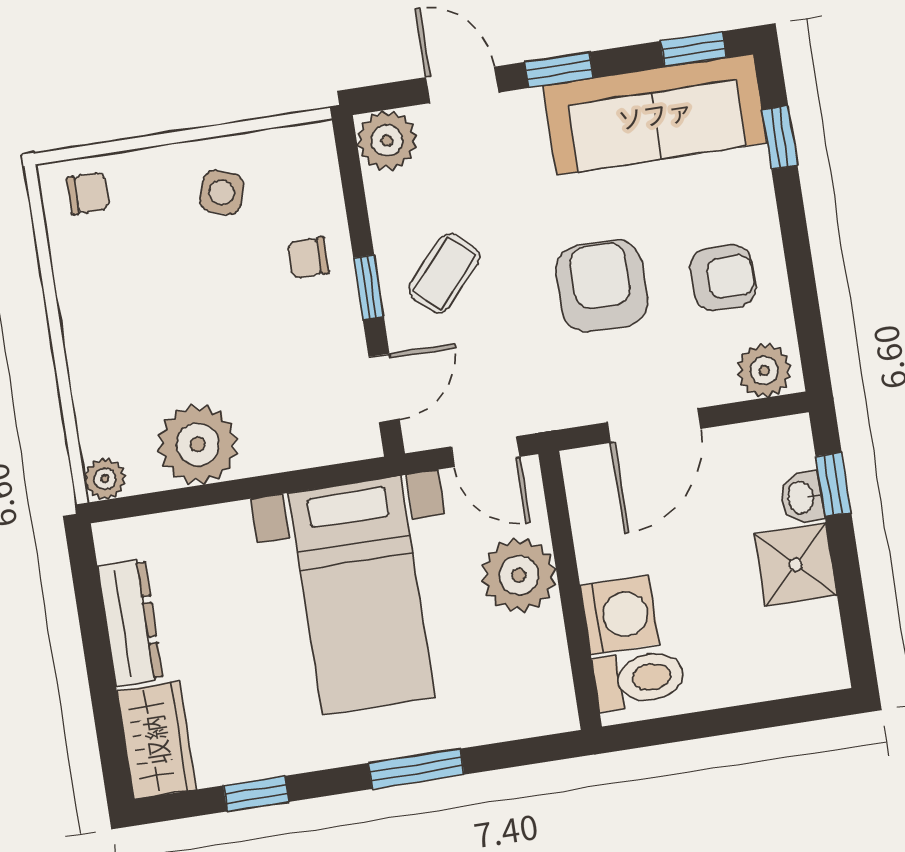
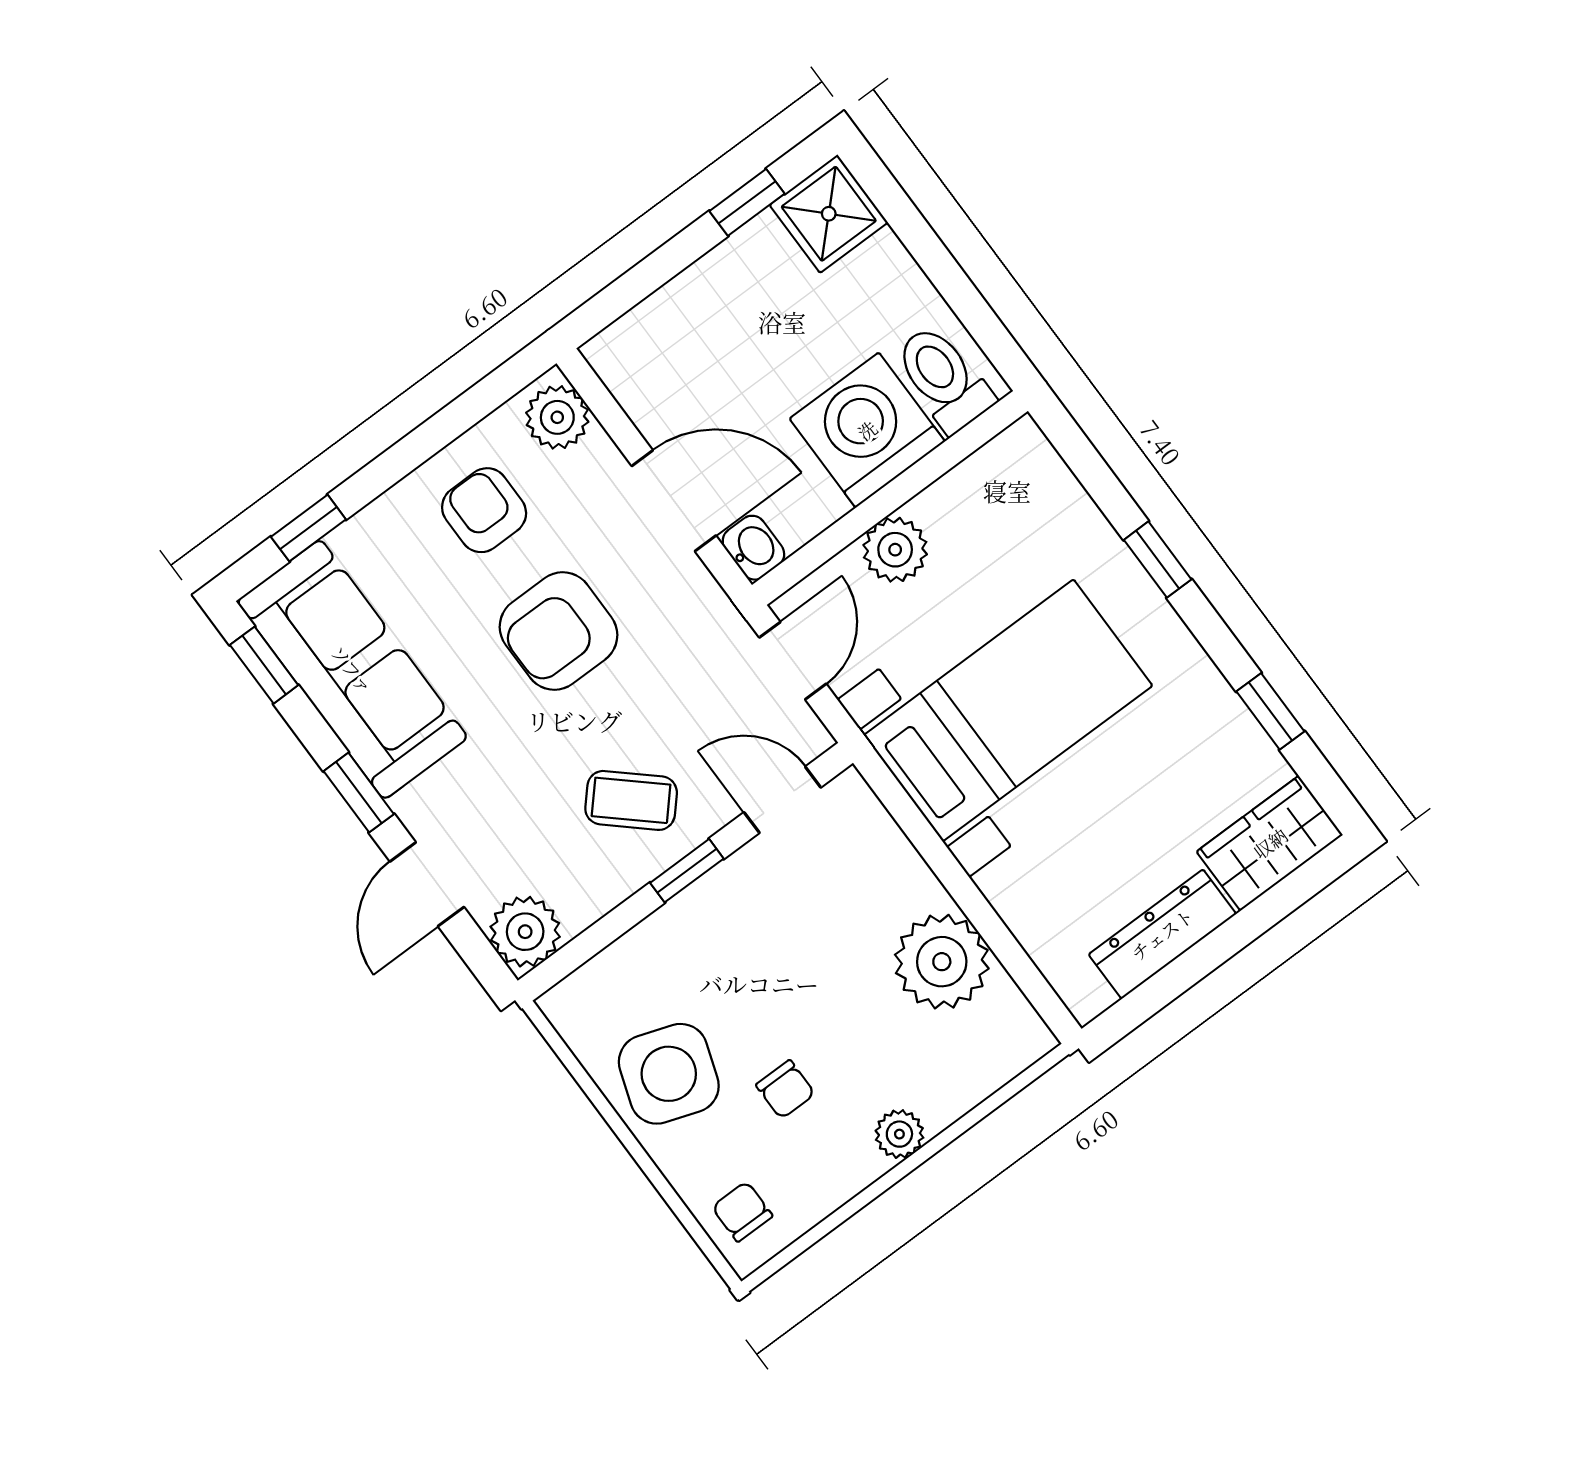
side table: (222, 192) -> (669, 1074), width x1.87, depth x1.87
chair: (308, 258) -> (785, 1089), moved
plant: (105, 479) -> (899, 1134), moved
window: (833, 484) -> (747, 202), moved
washbasin: (802, 497) -> (753, 548), moved, turned -90
shower: (796, 565) -> (829, 214), moved
plant: (519, 575) -> (895, 550), width x0.73, depth x0.73
washing machine: (620, 615) -> (867, 430), width x1.37, depth x1.37
window: (416, 769) -> (1158, 560), width x0.67

